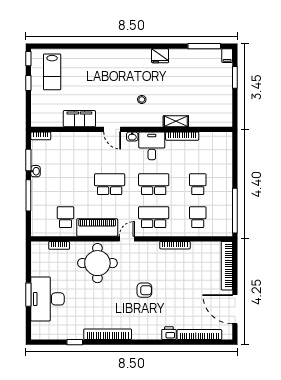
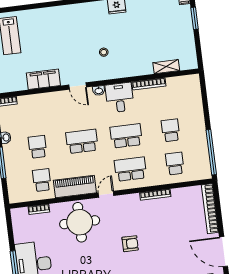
shelving: (176, 121) -> (166, 67), moved
school desk: (65, 184) -> (38, 147), added

